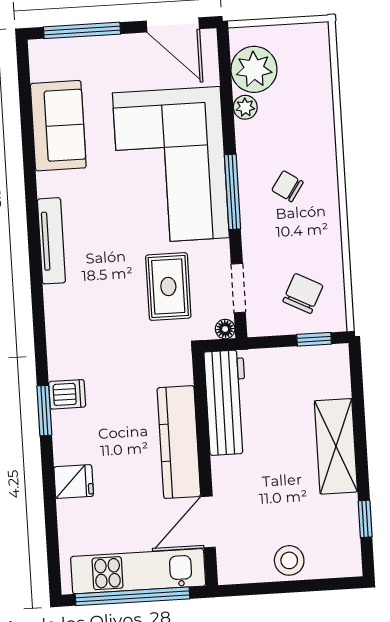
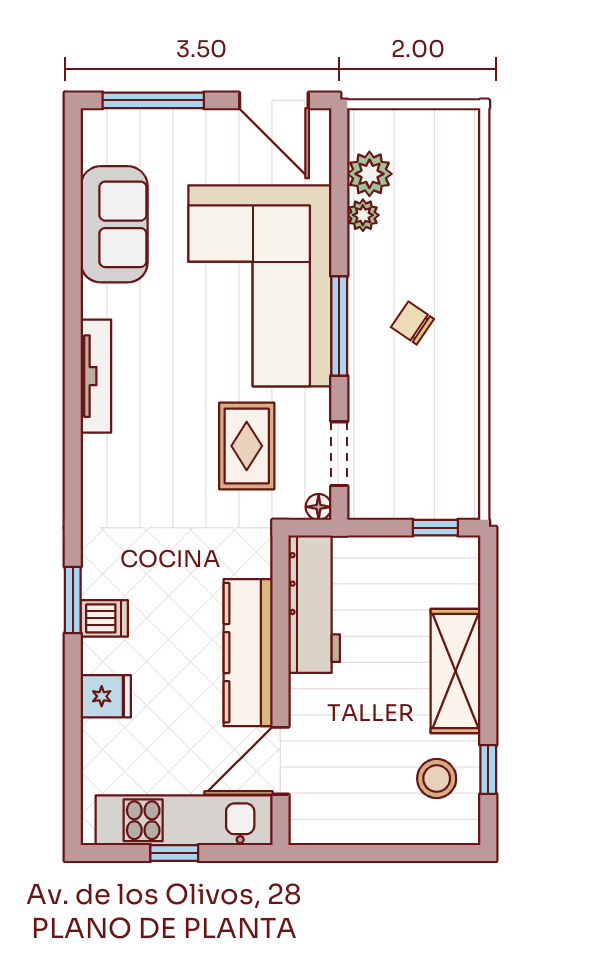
plant: (254, 69) -> (369, 174), width x0.73, depth x0.73
chair: (303, 293) -> (424, 466), removed
dishwasher: (67, 394) -> (104, 618), moved
stool: (289, 560) -> (437, 779), moved
window: (133, 596) -> (174, 853), width x0.32

